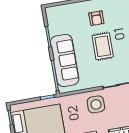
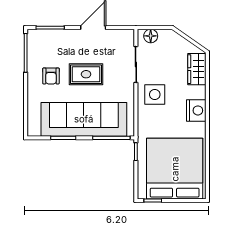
armchair: (96, 18) -> (51, 76), turned 90
sofa: (65, 60) -> (84, 119), width x1.36, depth x1.27

